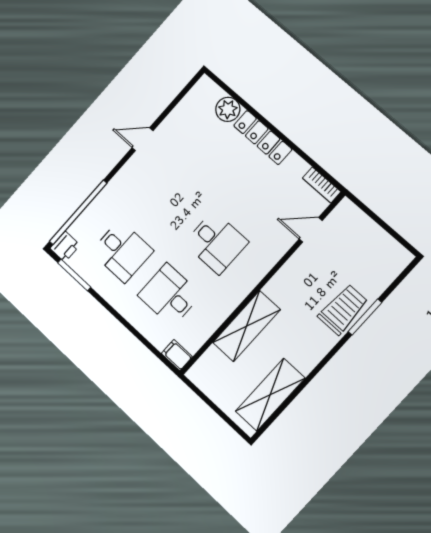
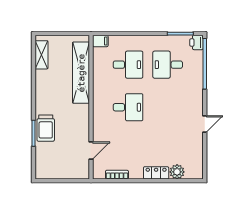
locker: (263, 137) -> (156, 173), width x0.66
bookcase: (322, 185) -> (117, 175), moved
desk: (216, 243) -> (128, 107), turned 180
shelving: (247, 326) -> (81, 73), width x1.47
shelving: (270, 395) -> (41, 55), width x0.67, depth x0.75

